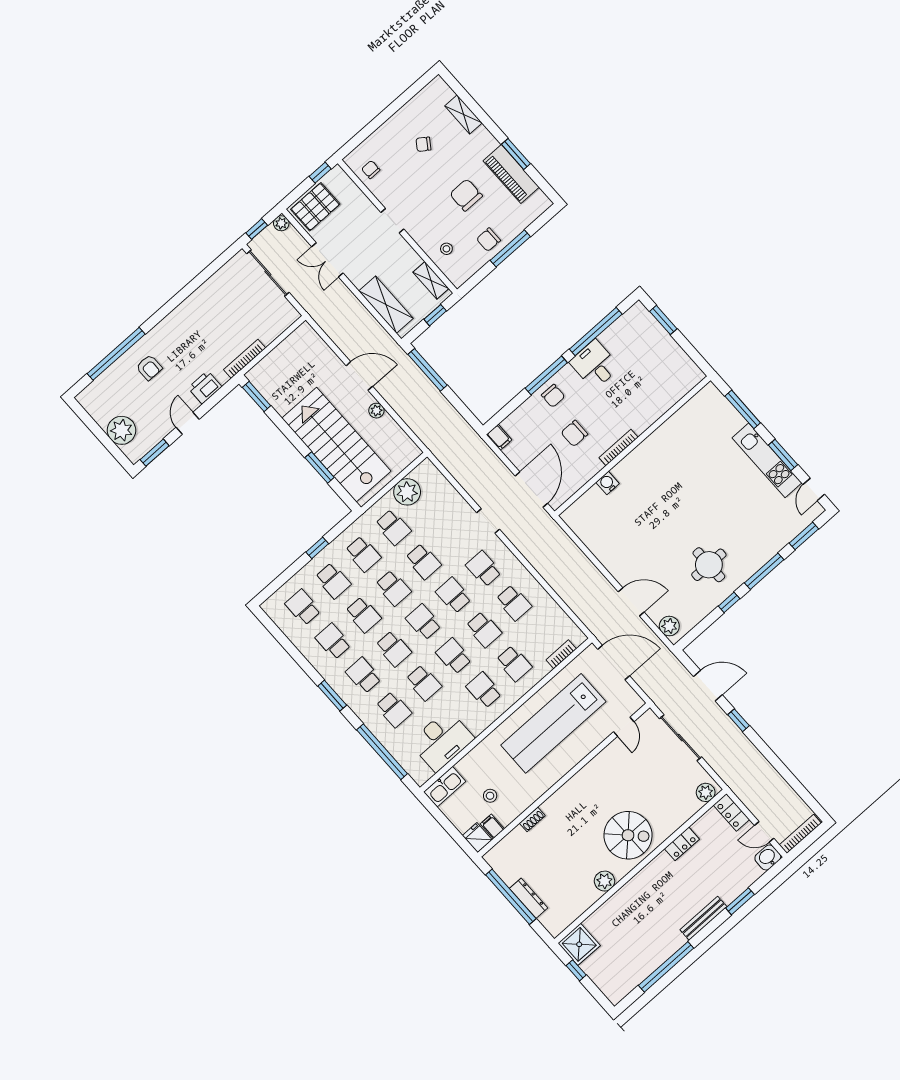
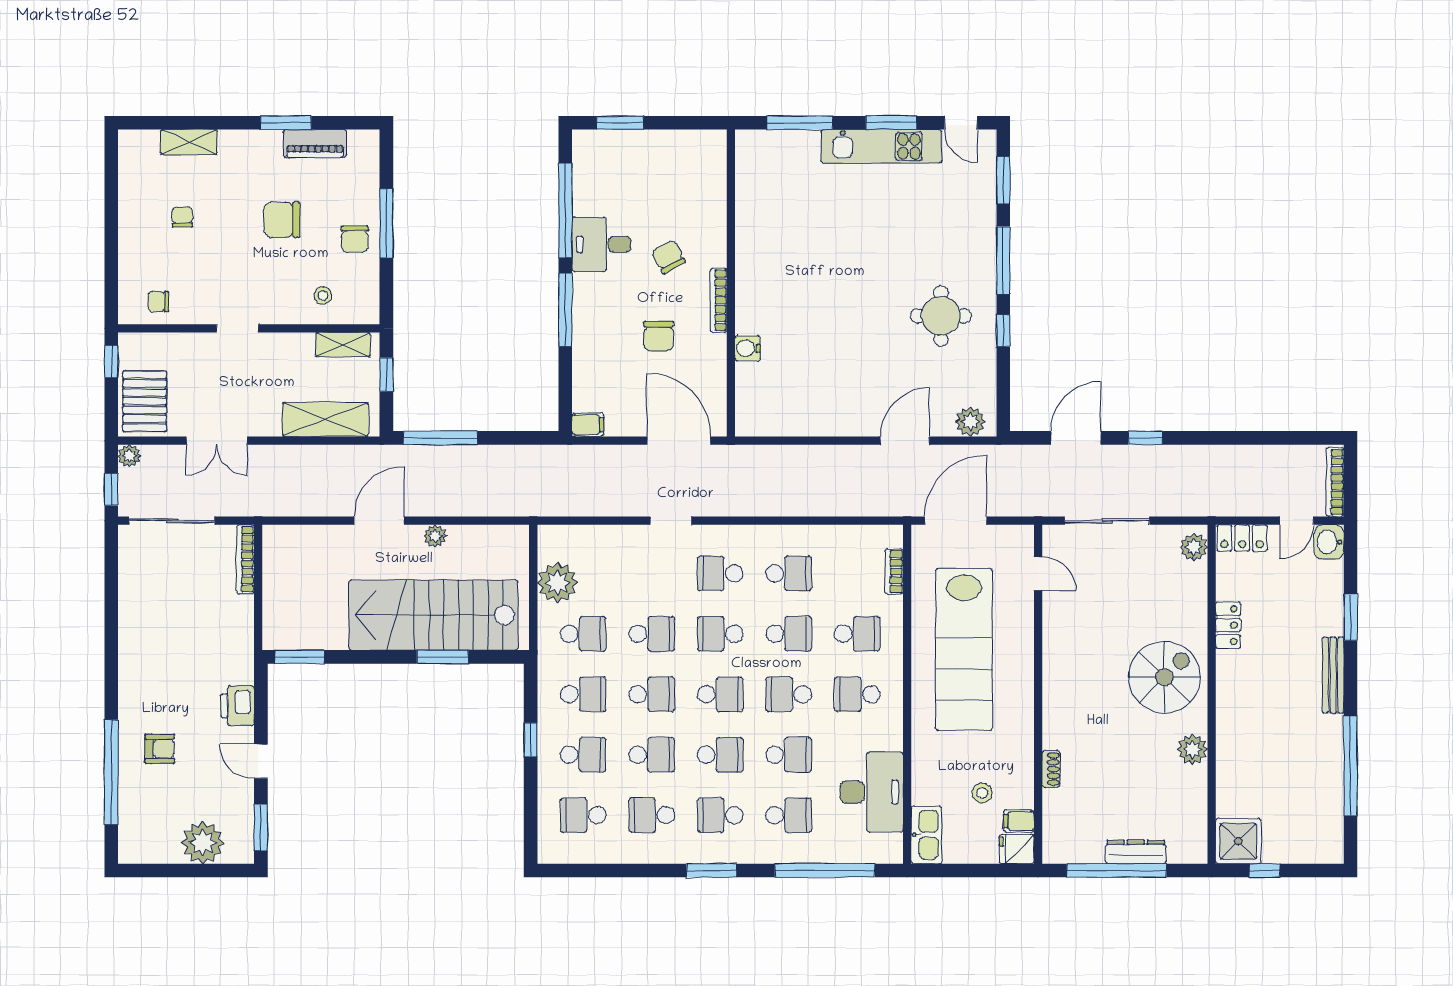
chair: (423, 144) -> (182, 217), turned 145
piano: (511, 174) -> (315, 143), width x0.73, depth x0.75
bookcase: (245, 359) -> (245, 559), moved
chair: (553, 396) -> (668, 257), moved, turned -118
school desk: (424, 622) -> (720, 694), turned 180

